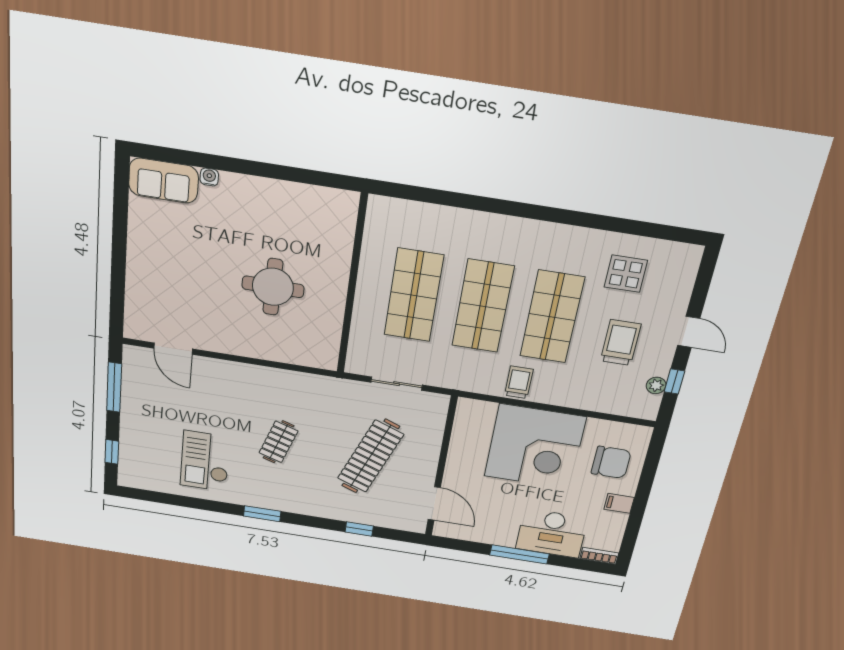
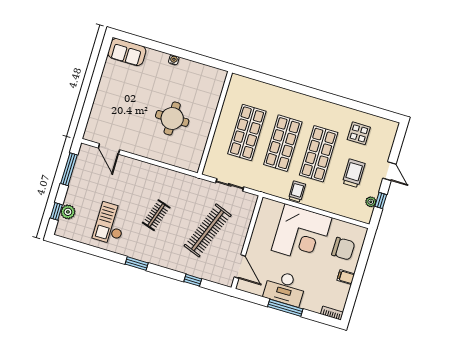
water cooler: (209, 177) -> (174, 60), moved
plant: (131, 451) -> (68, 212), added
desk: (552, 533) -> (285, 288), moved

